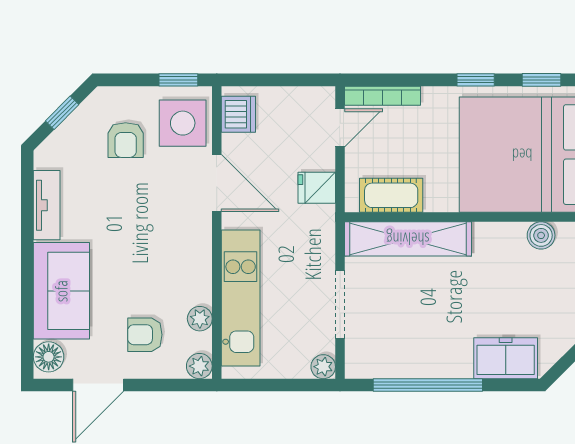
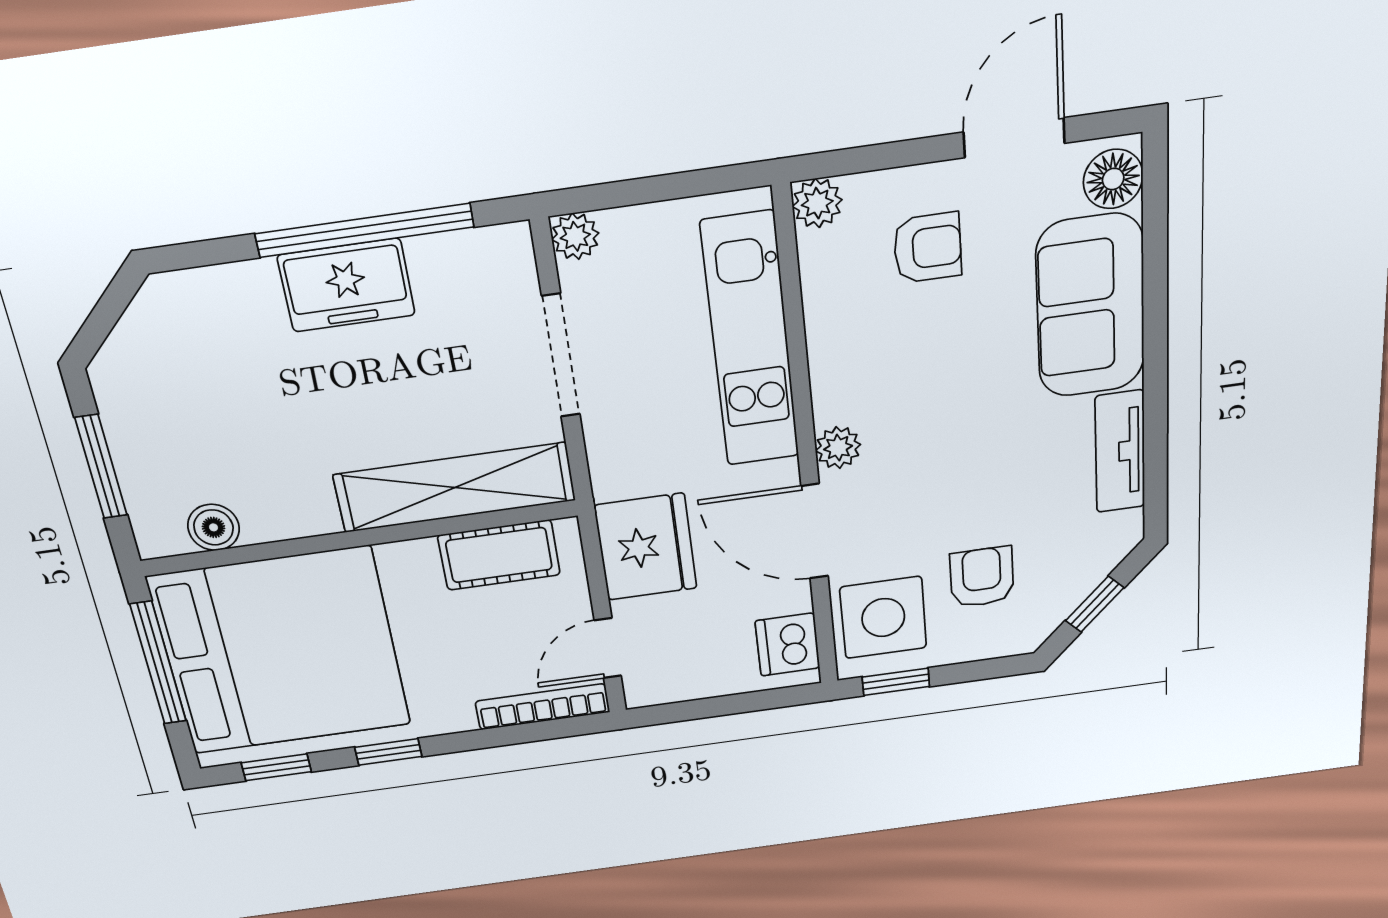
fridge: (317, 188) -> (646, 547), width x1.88, depth x1.34
plant: (200, 319) -> (838, 448), moved
freezer: (506, 358) -> (346, 285), moved

